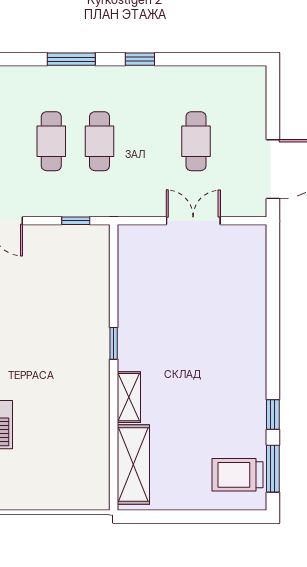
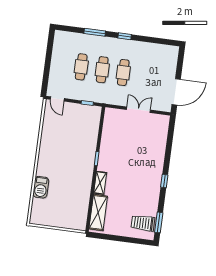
cafe table: (196, 141) -> (123, 72), moved
window: (273, 414) -> (164, 181), moved

